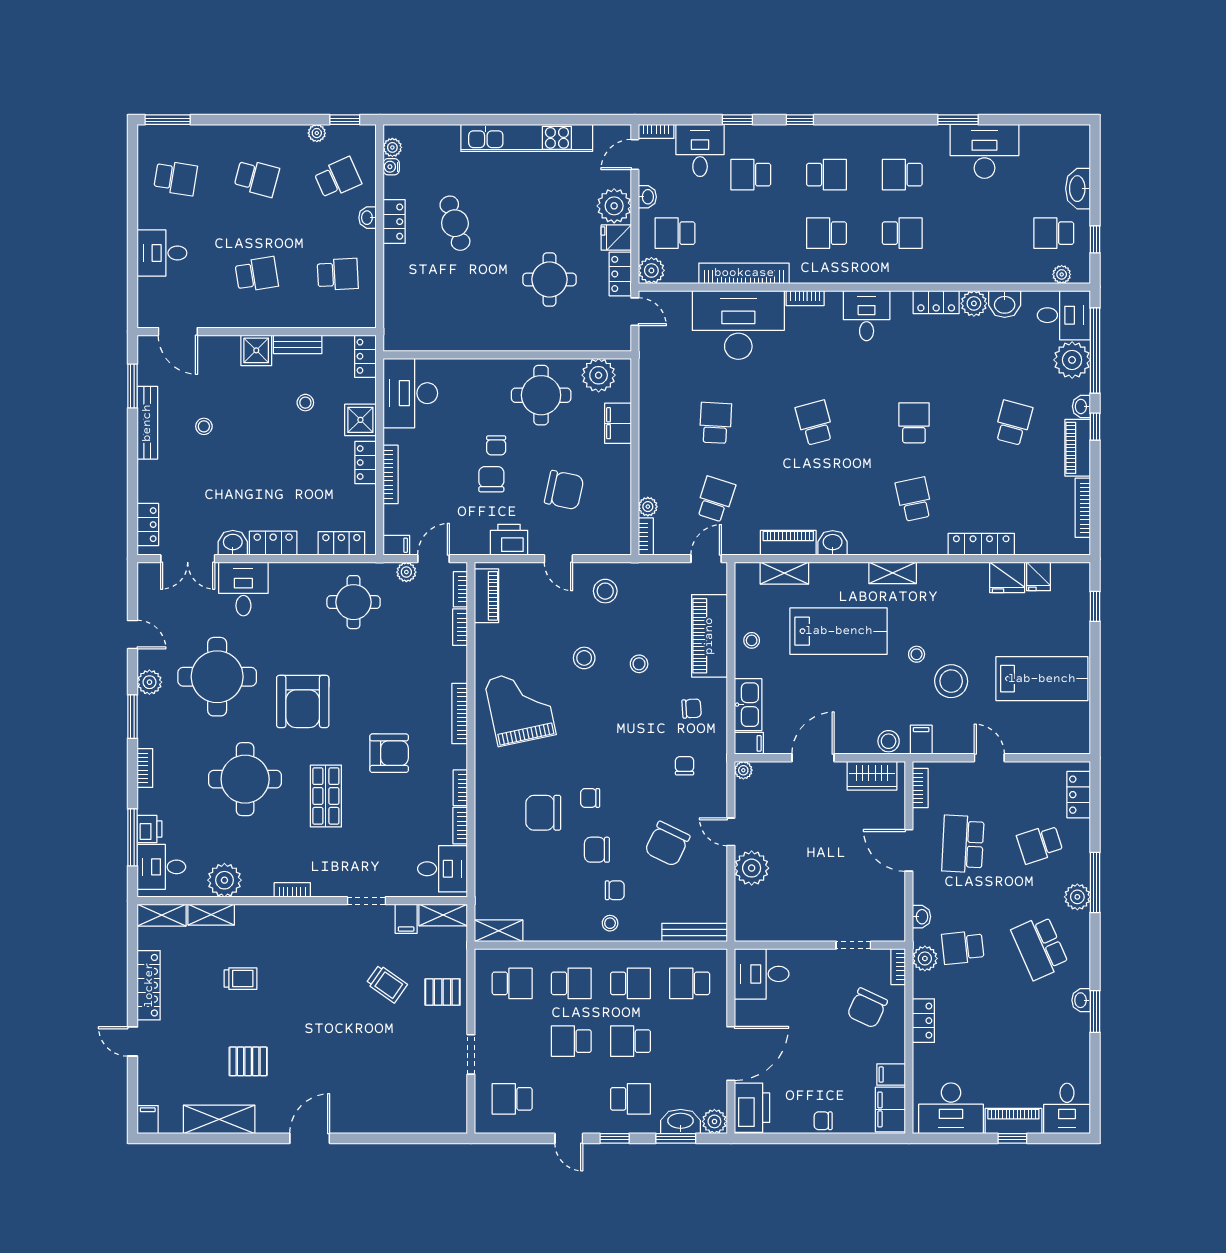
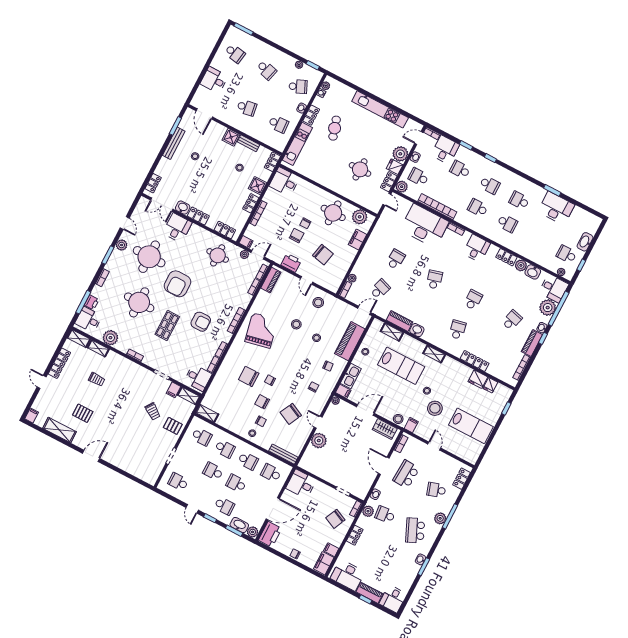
kitchen unit: (397, 294) -> (297, 144), added
desk: (410, 393) -> (284, 182), width x0.73

